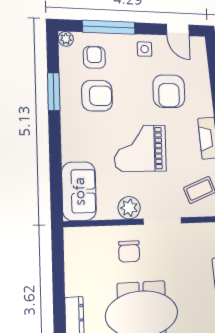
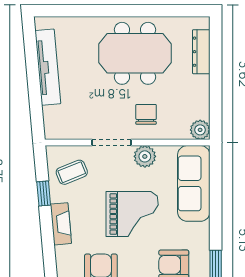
sofa: (79, 191) -> (194, 183), width x1.36
plant: (74, 237) -> (200, 130), added

